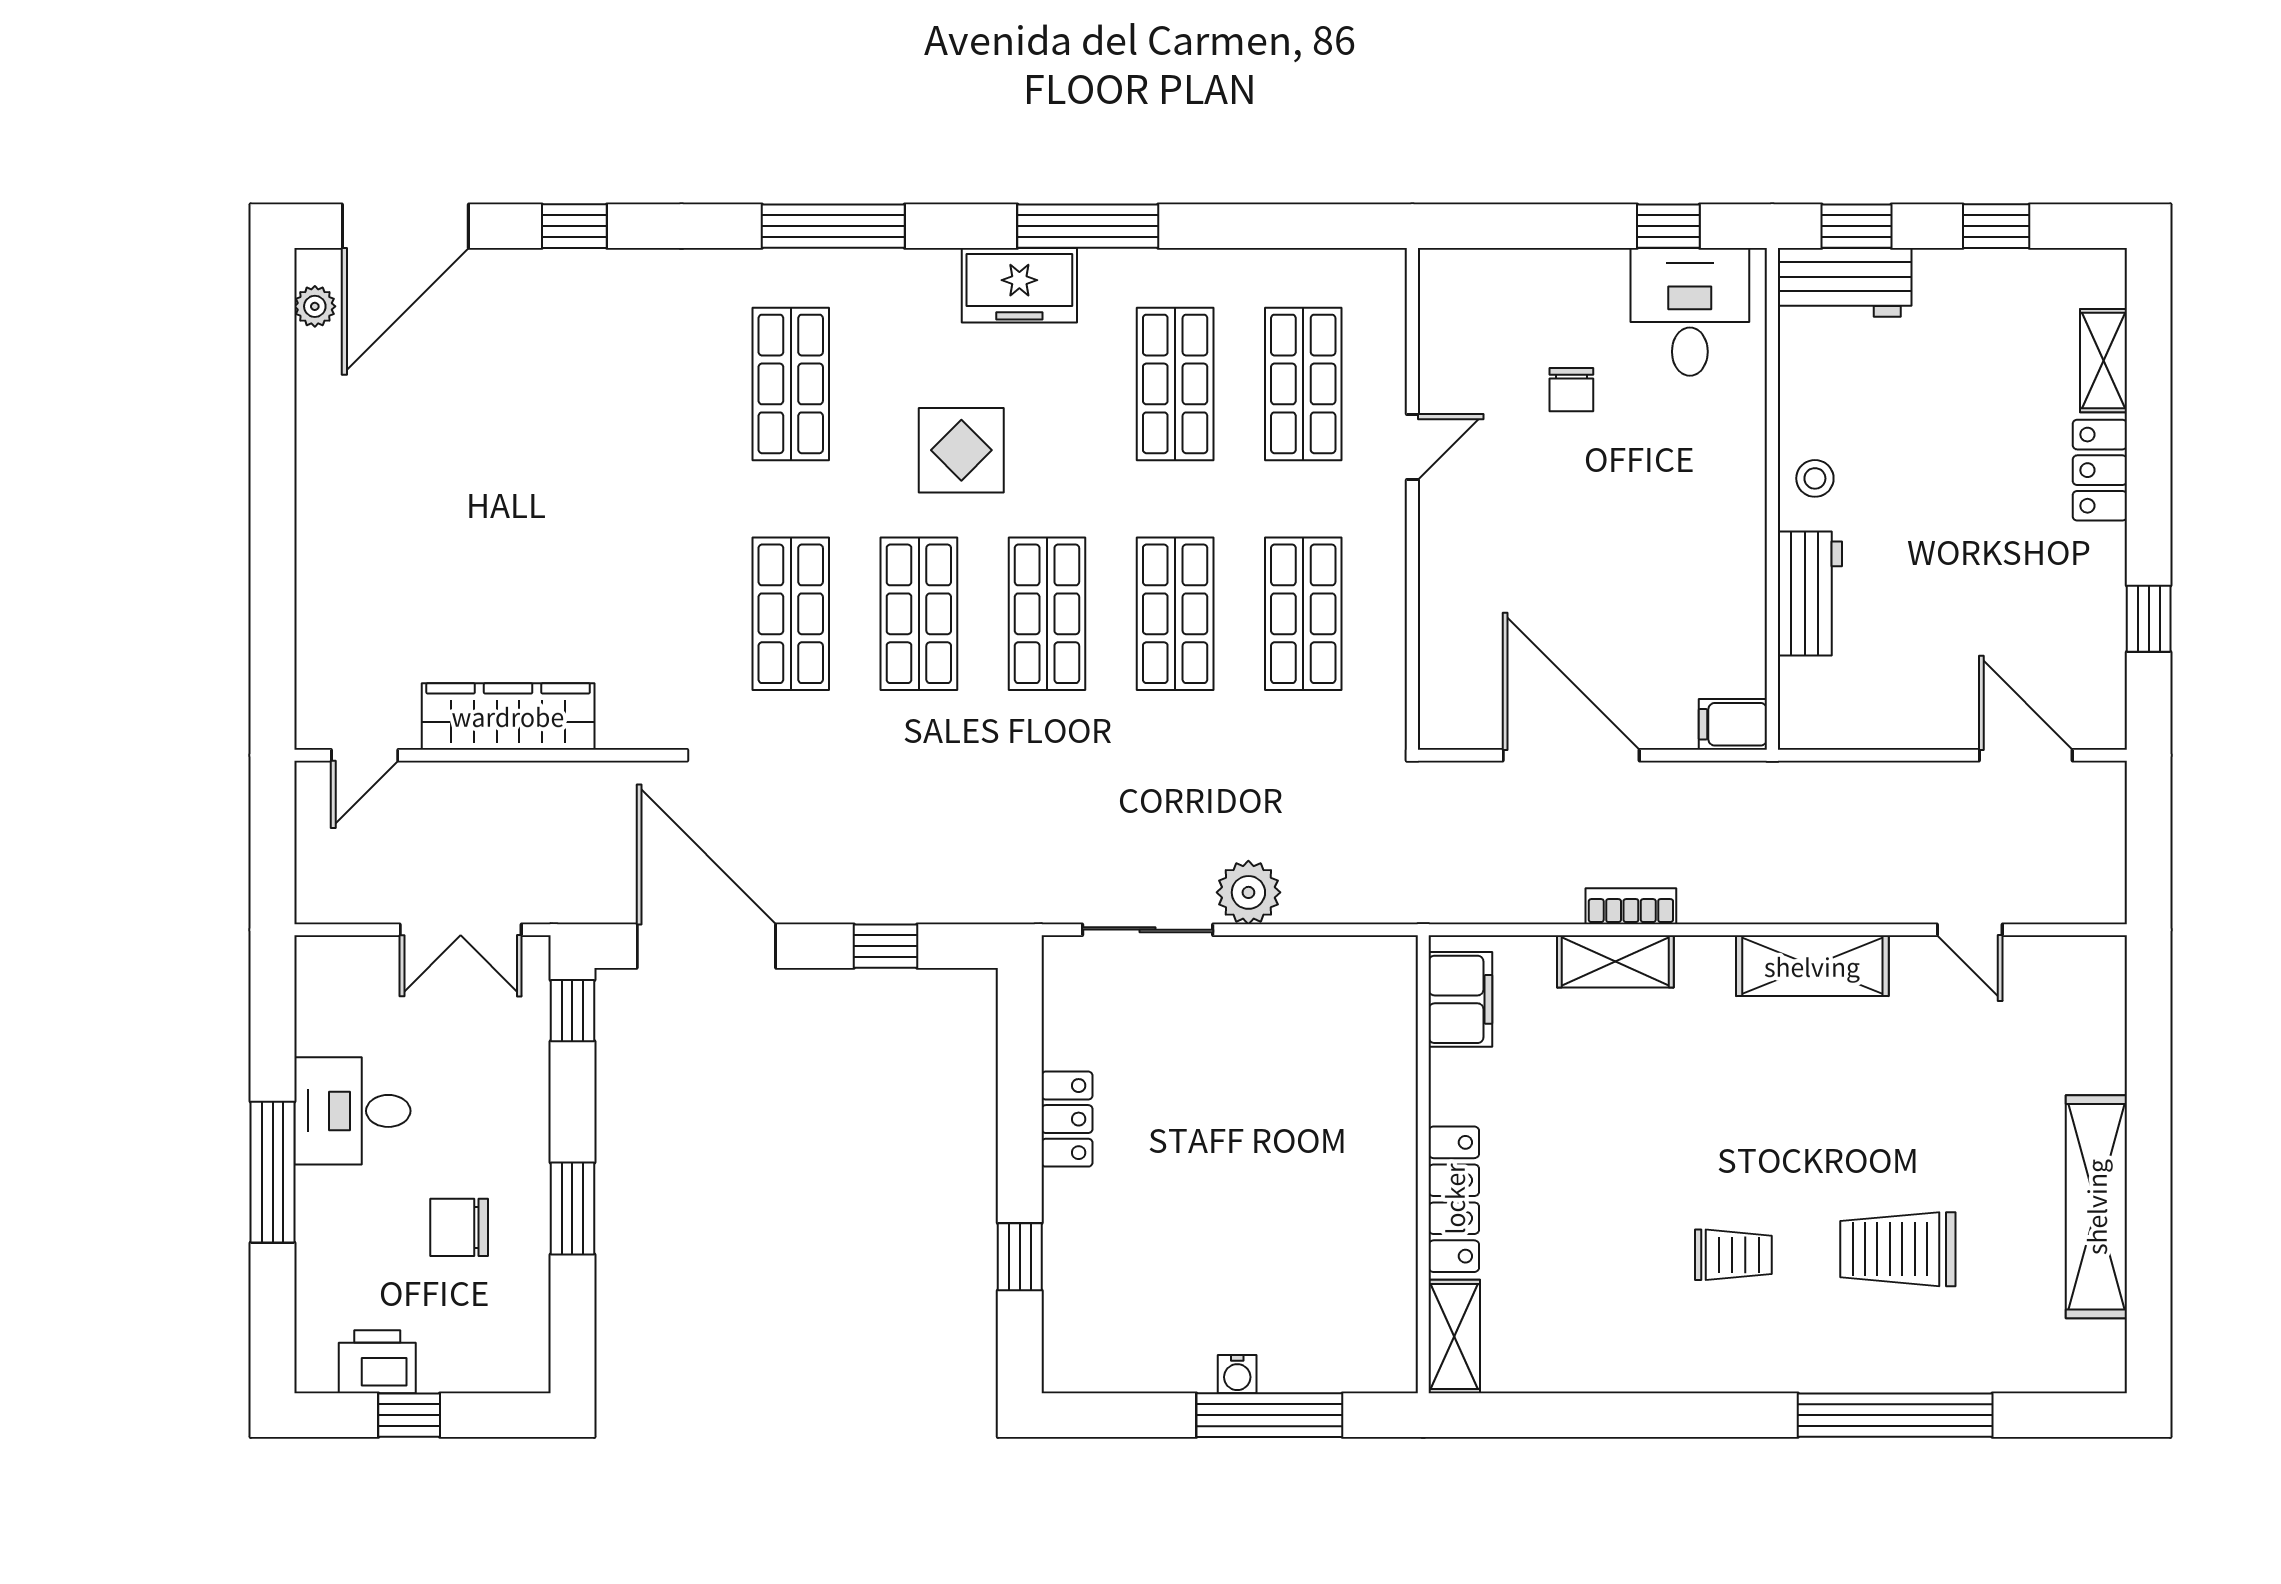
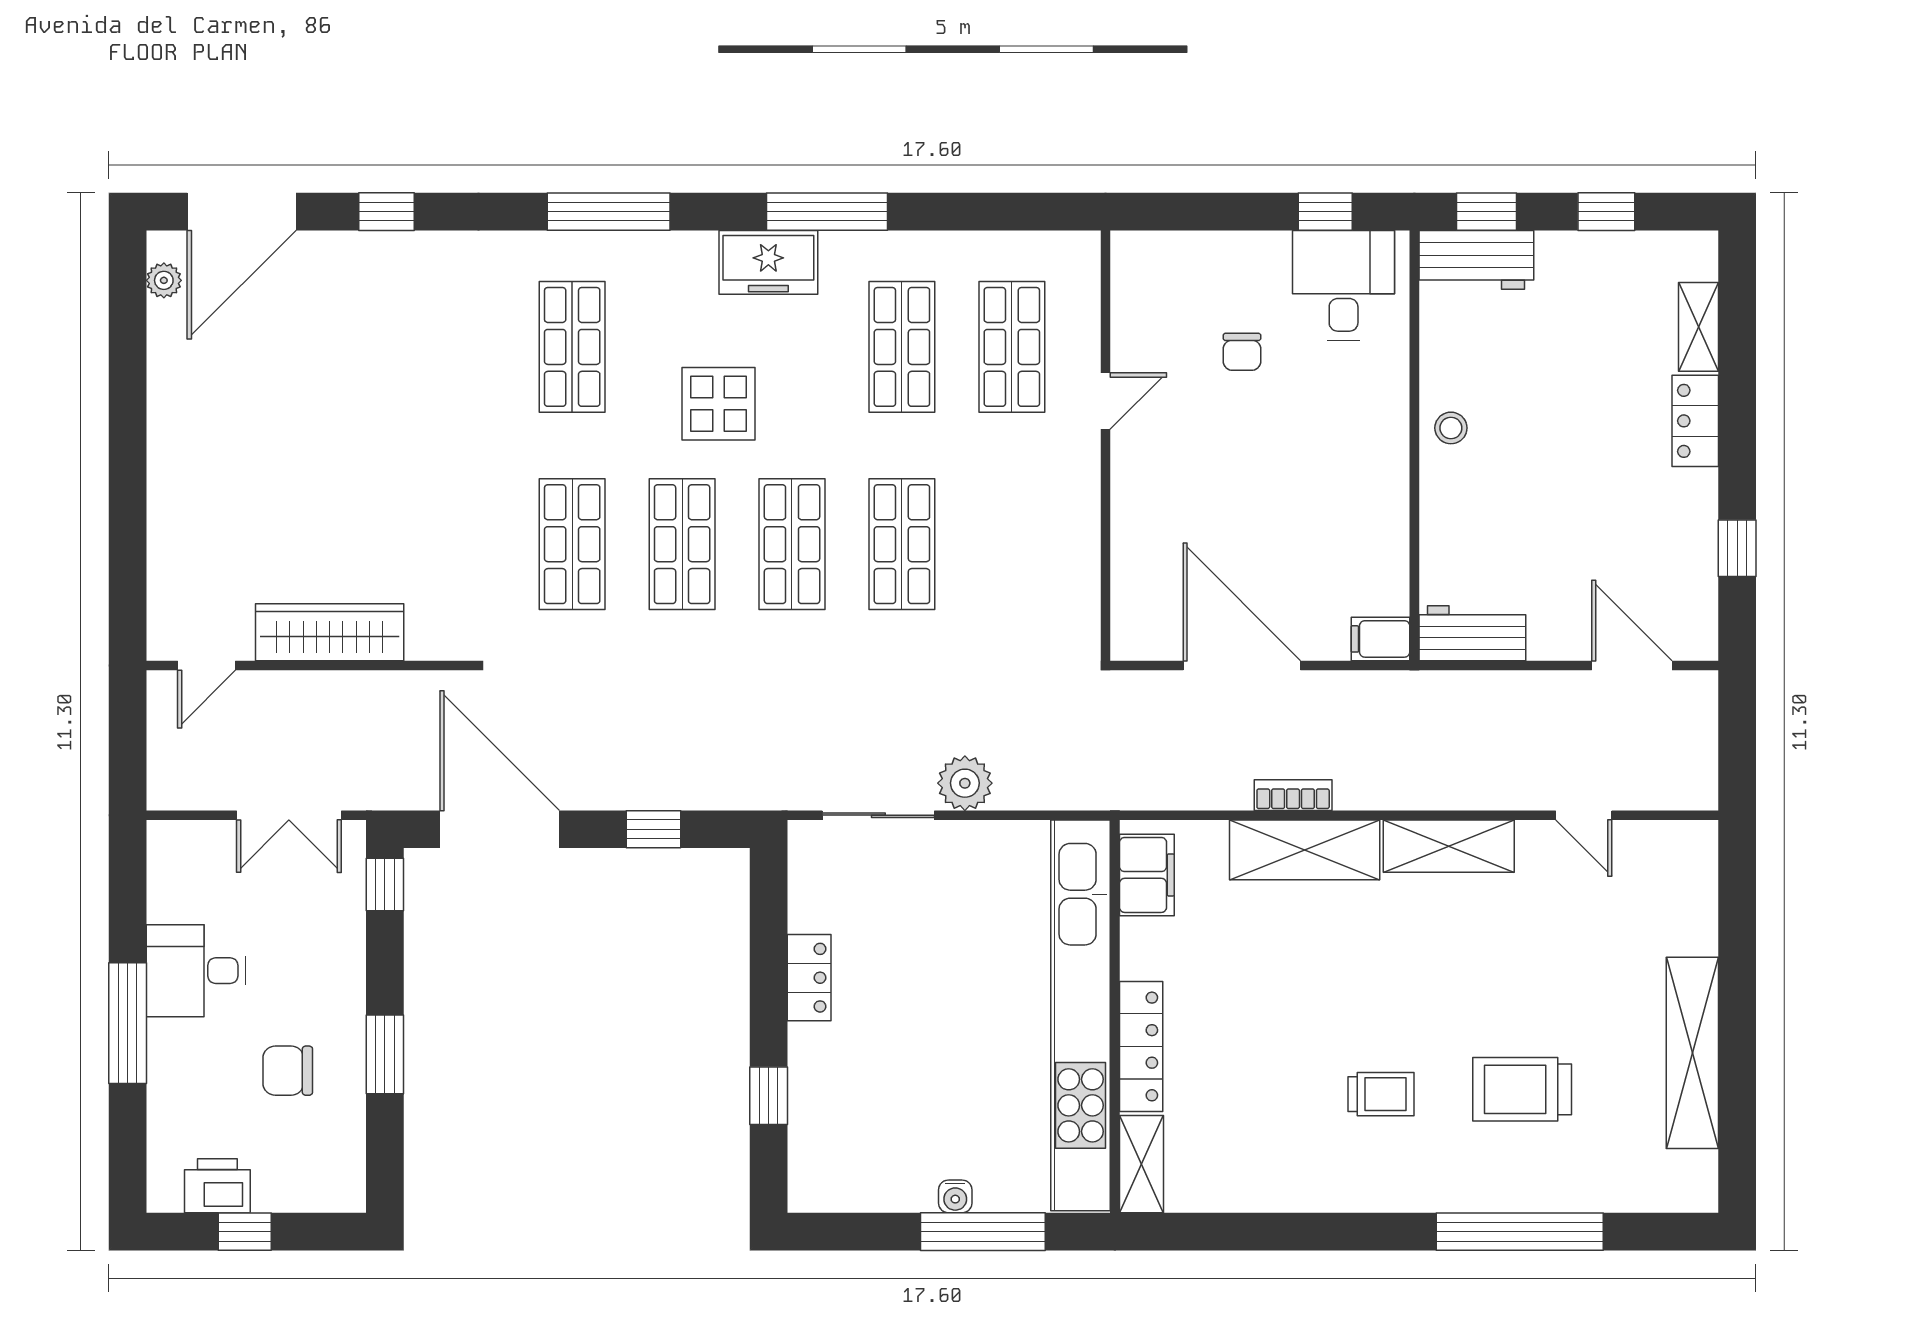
workbench: (1810, 594) -> (1472, 633), moved, turned -90
shop shelf: (1303, 614) -> (1012, 544), removed
shelving: (1615, 961) -> (1305, 850), width x1.50, depth x1.33
kitchen unit: (1383, 1163) -> (1081, 1015), added

